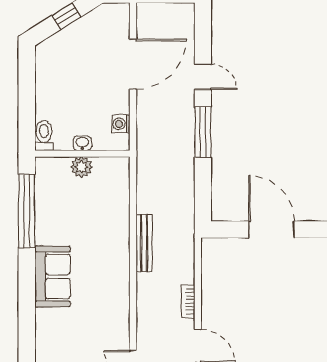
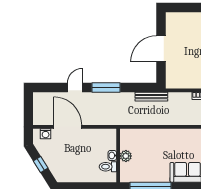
washing machine: (121, 124) -> (46, 134), moved
toilet: (44, 135) -> (108, 167), moved
bench: (144, 243) -> (151, 97), moved

